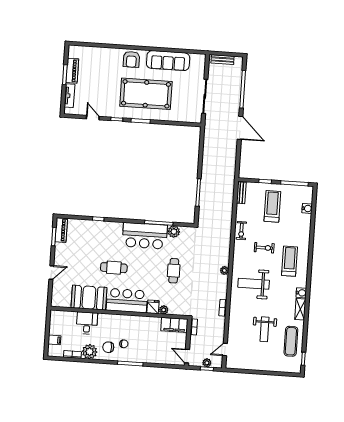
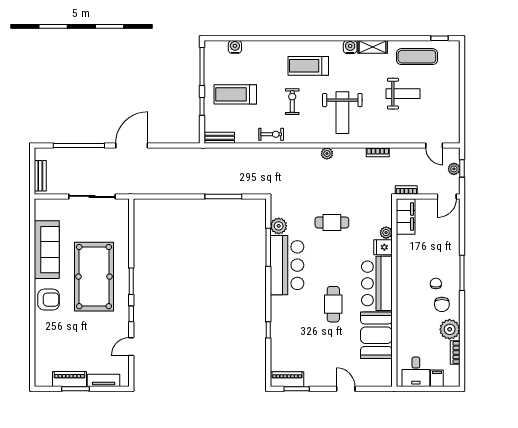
desk: (87, 323) -> (416, 372), moved, turned -90

